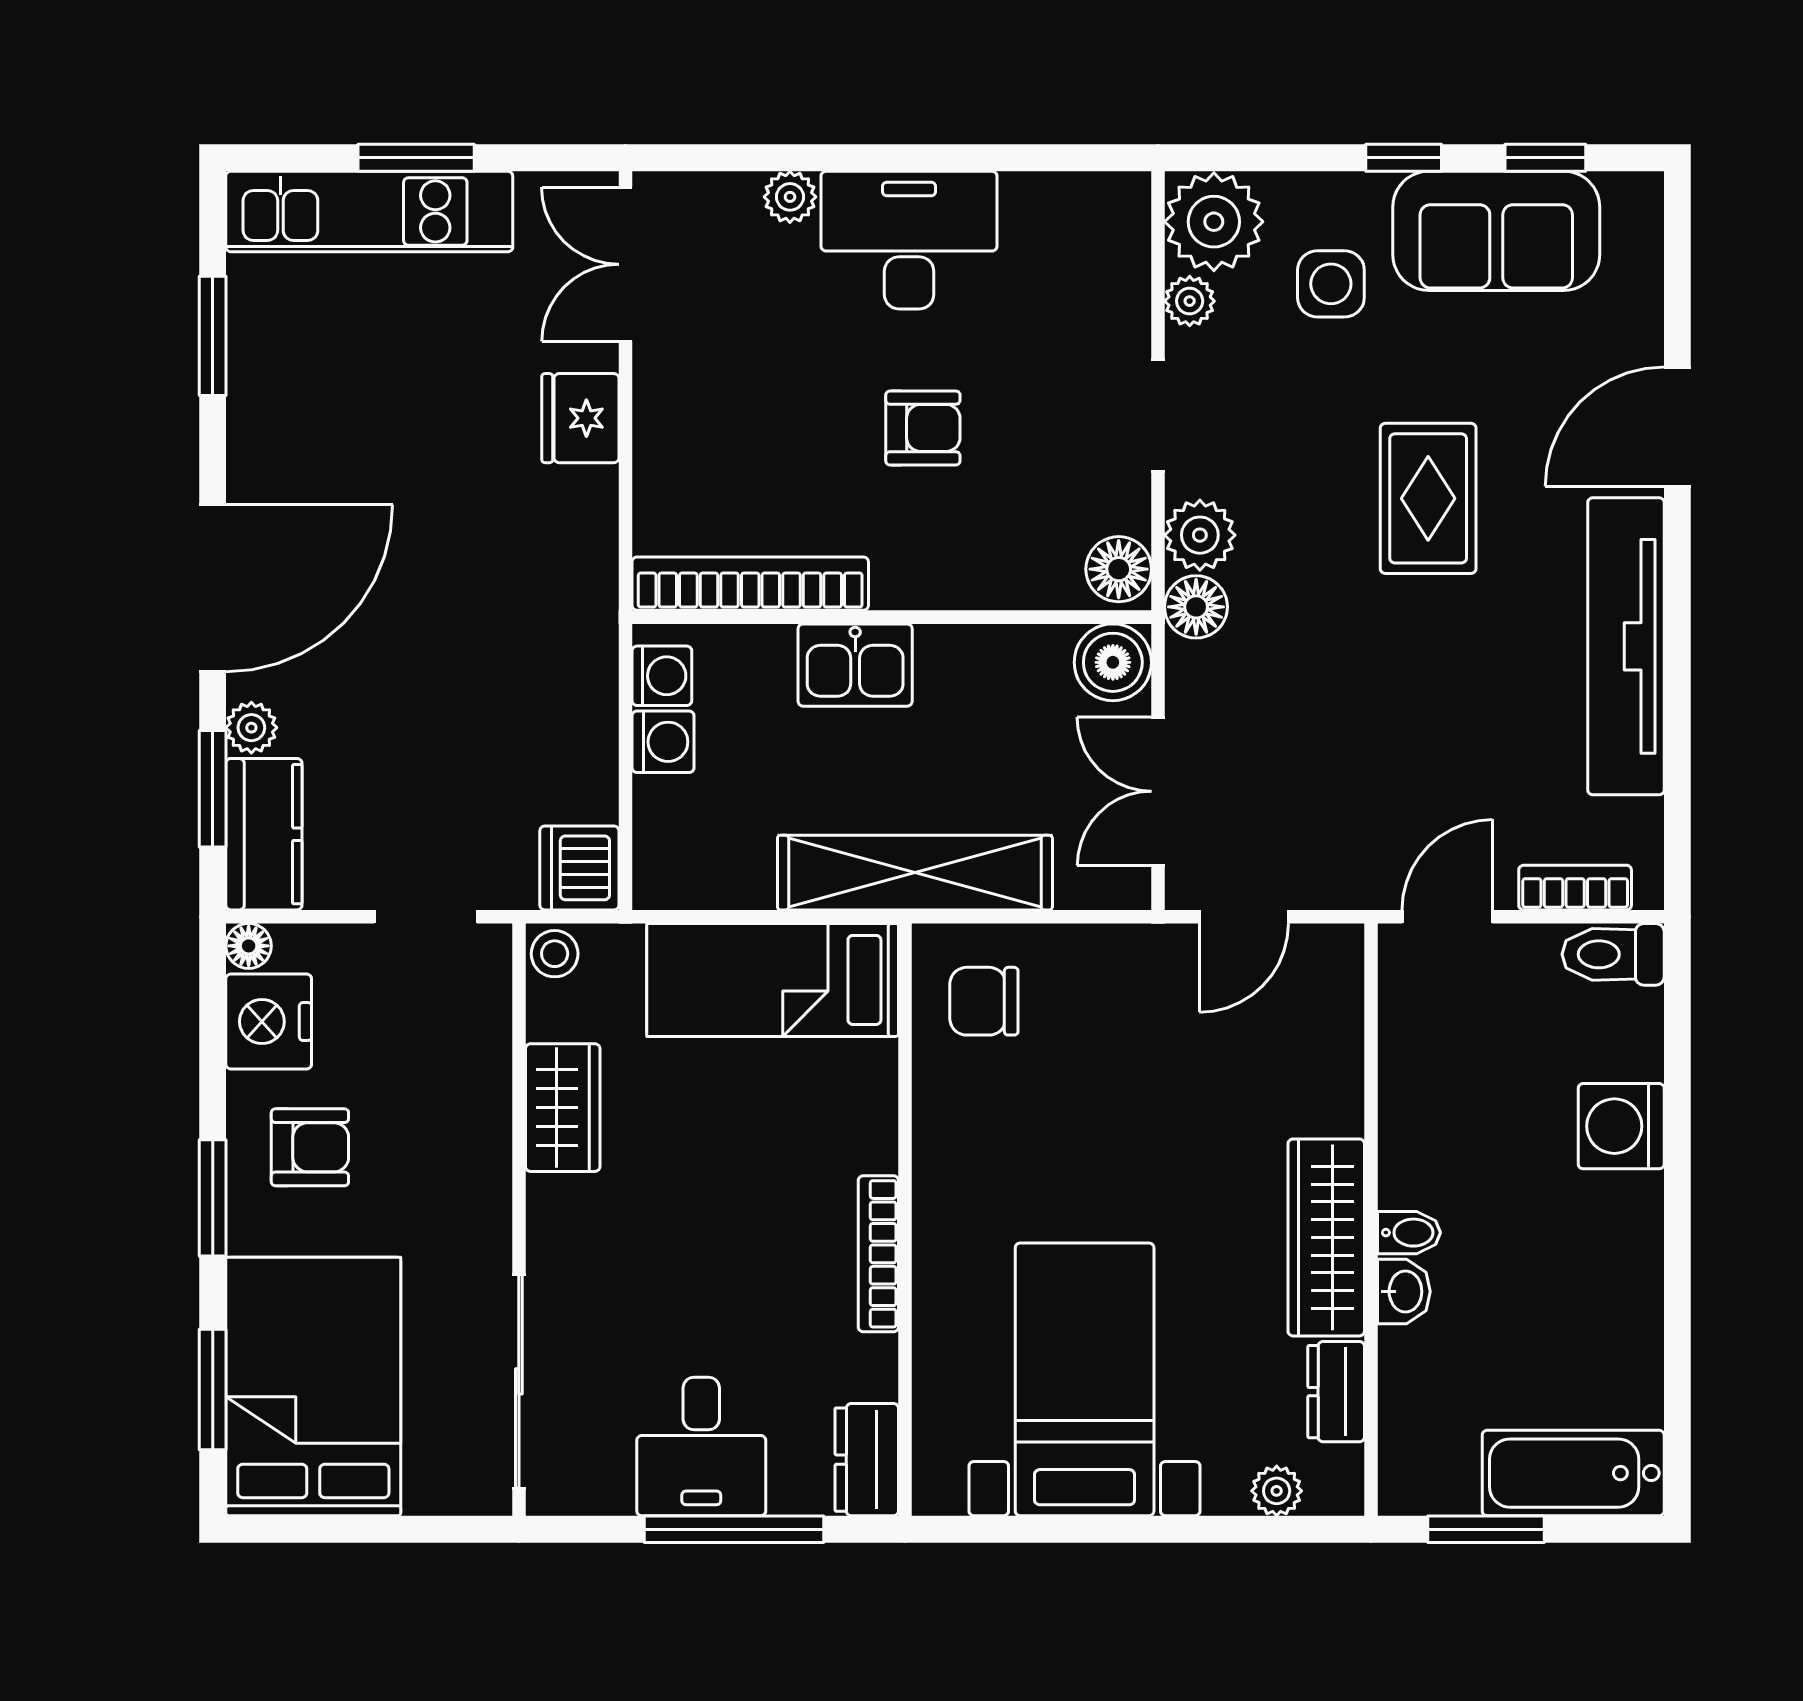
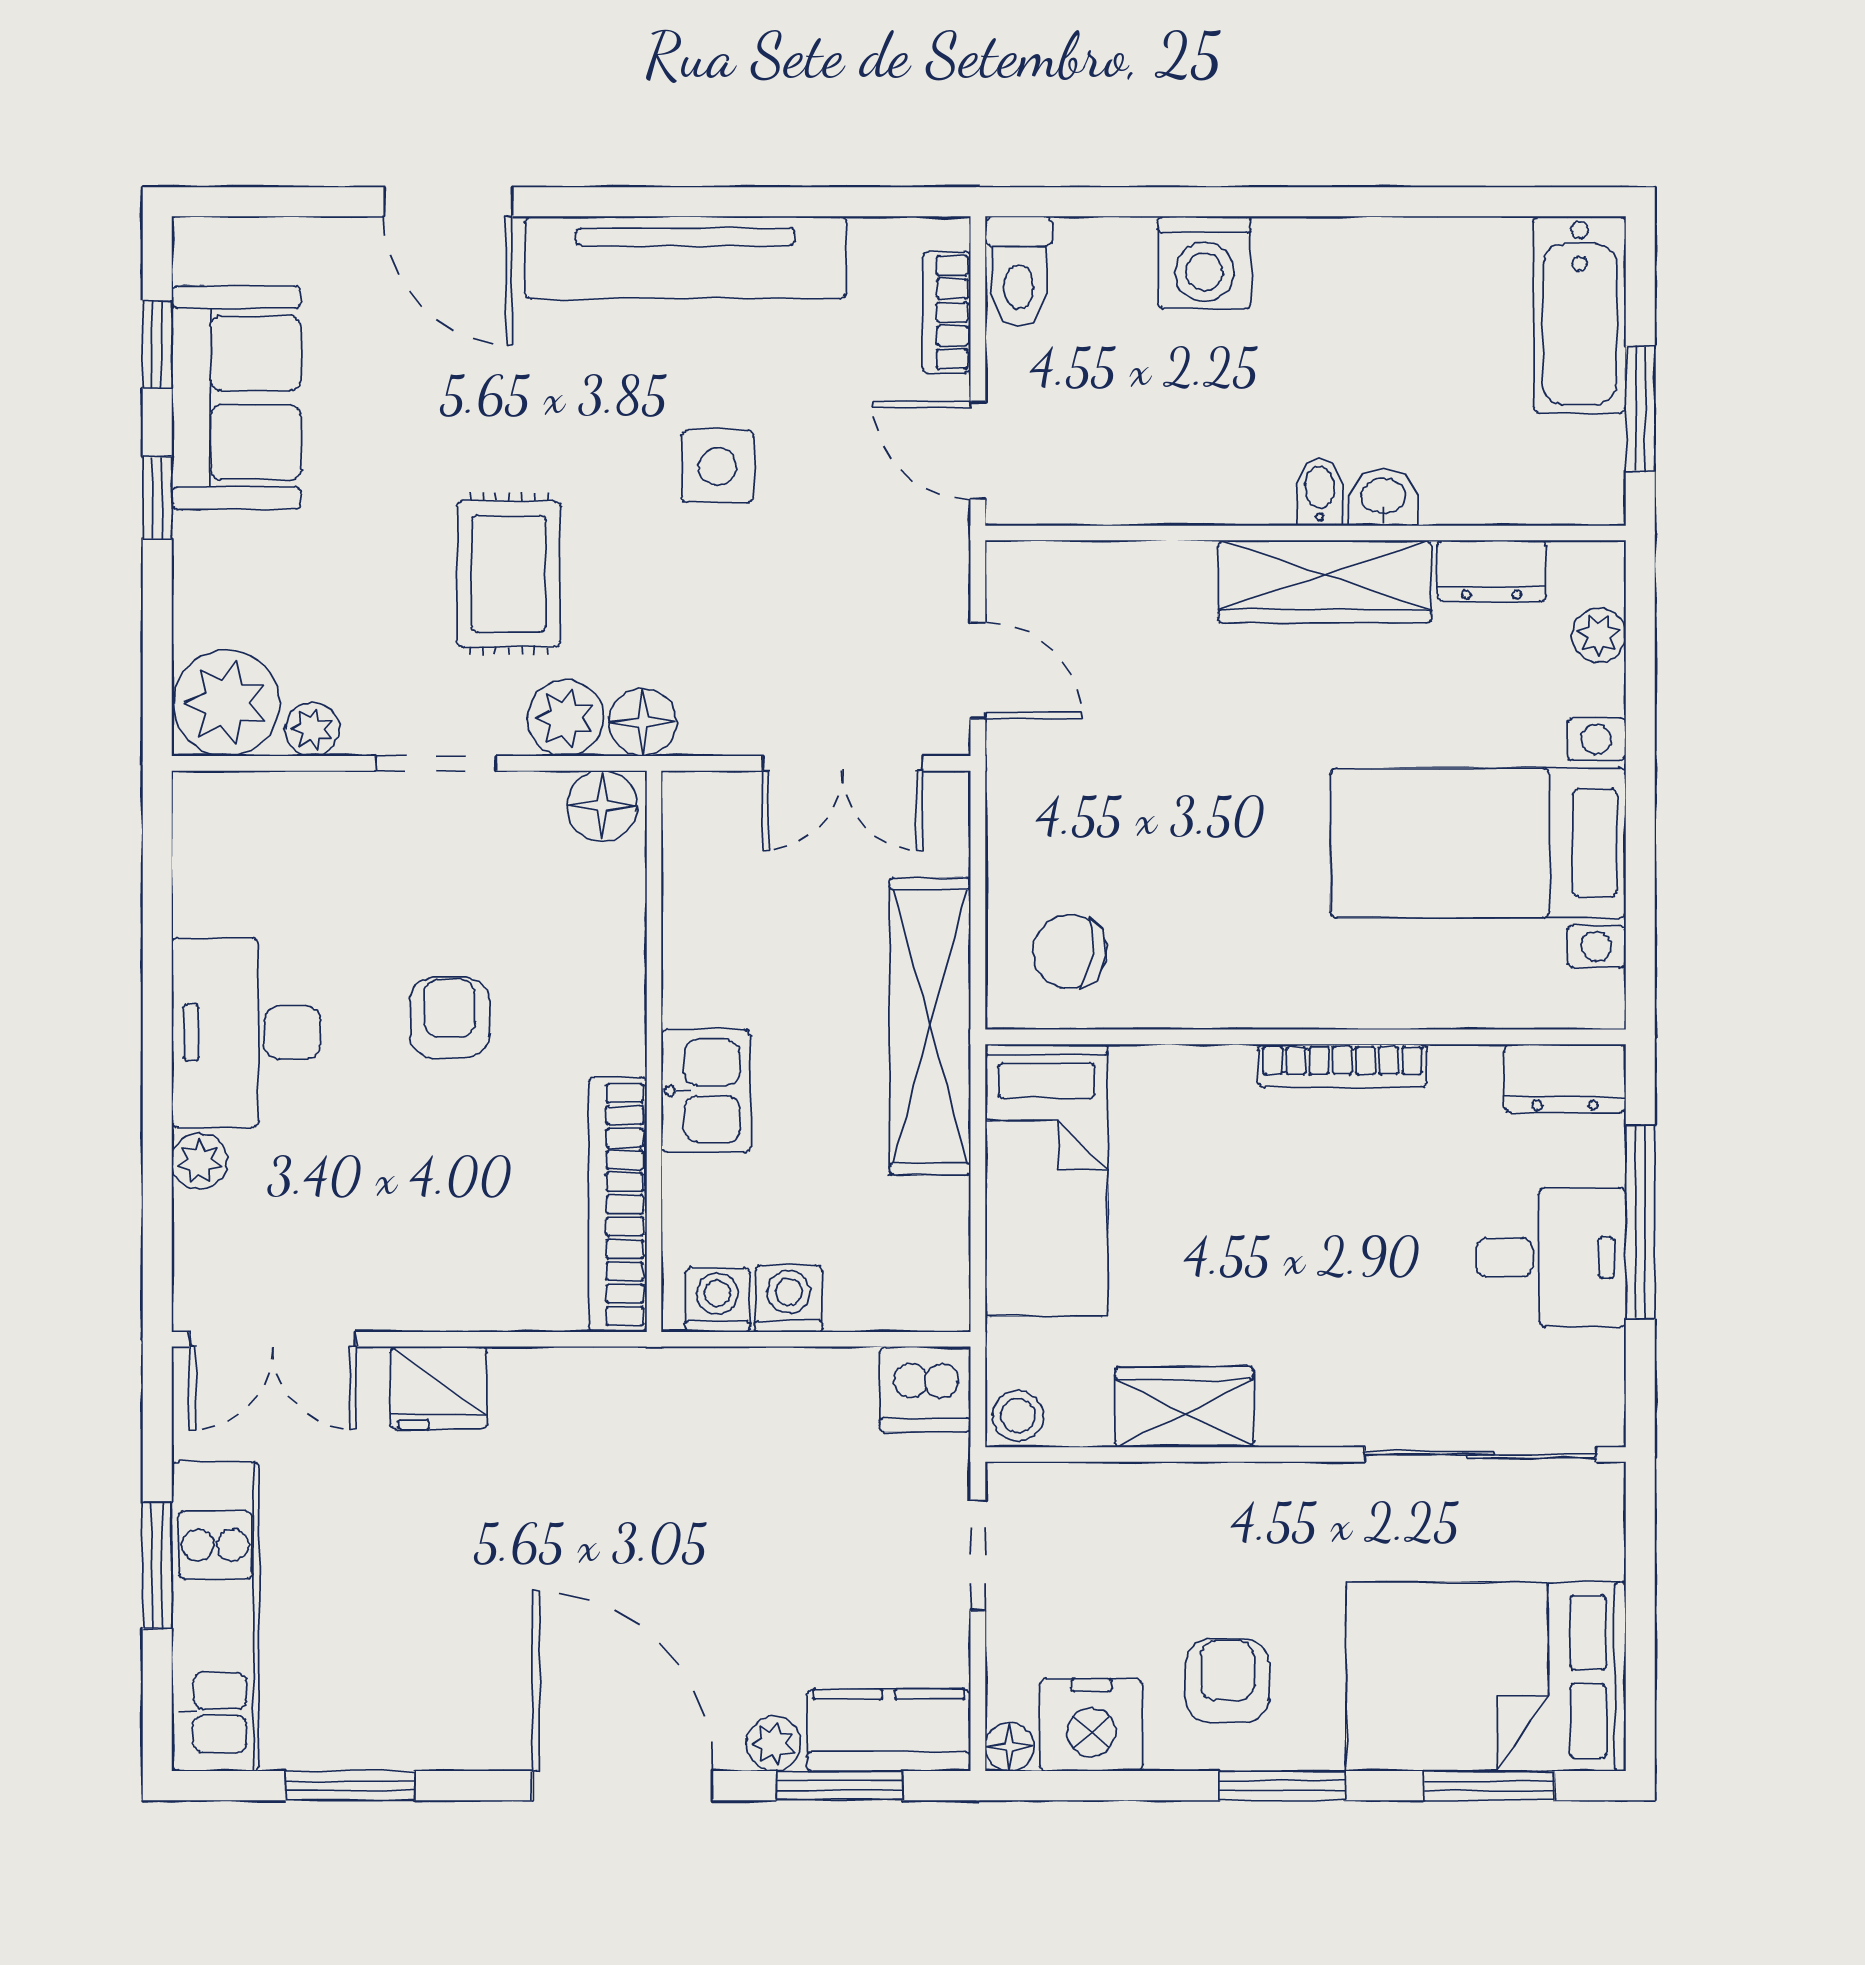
side table: (1331, 284) -> (718, 466), moved
rug: (1428, 498) -> (509, 574), moved, turned 90
boiler: (1113, 662) -> (703, 812), removed
chair: (984, 1001) -> (1069, 952), turned 97

